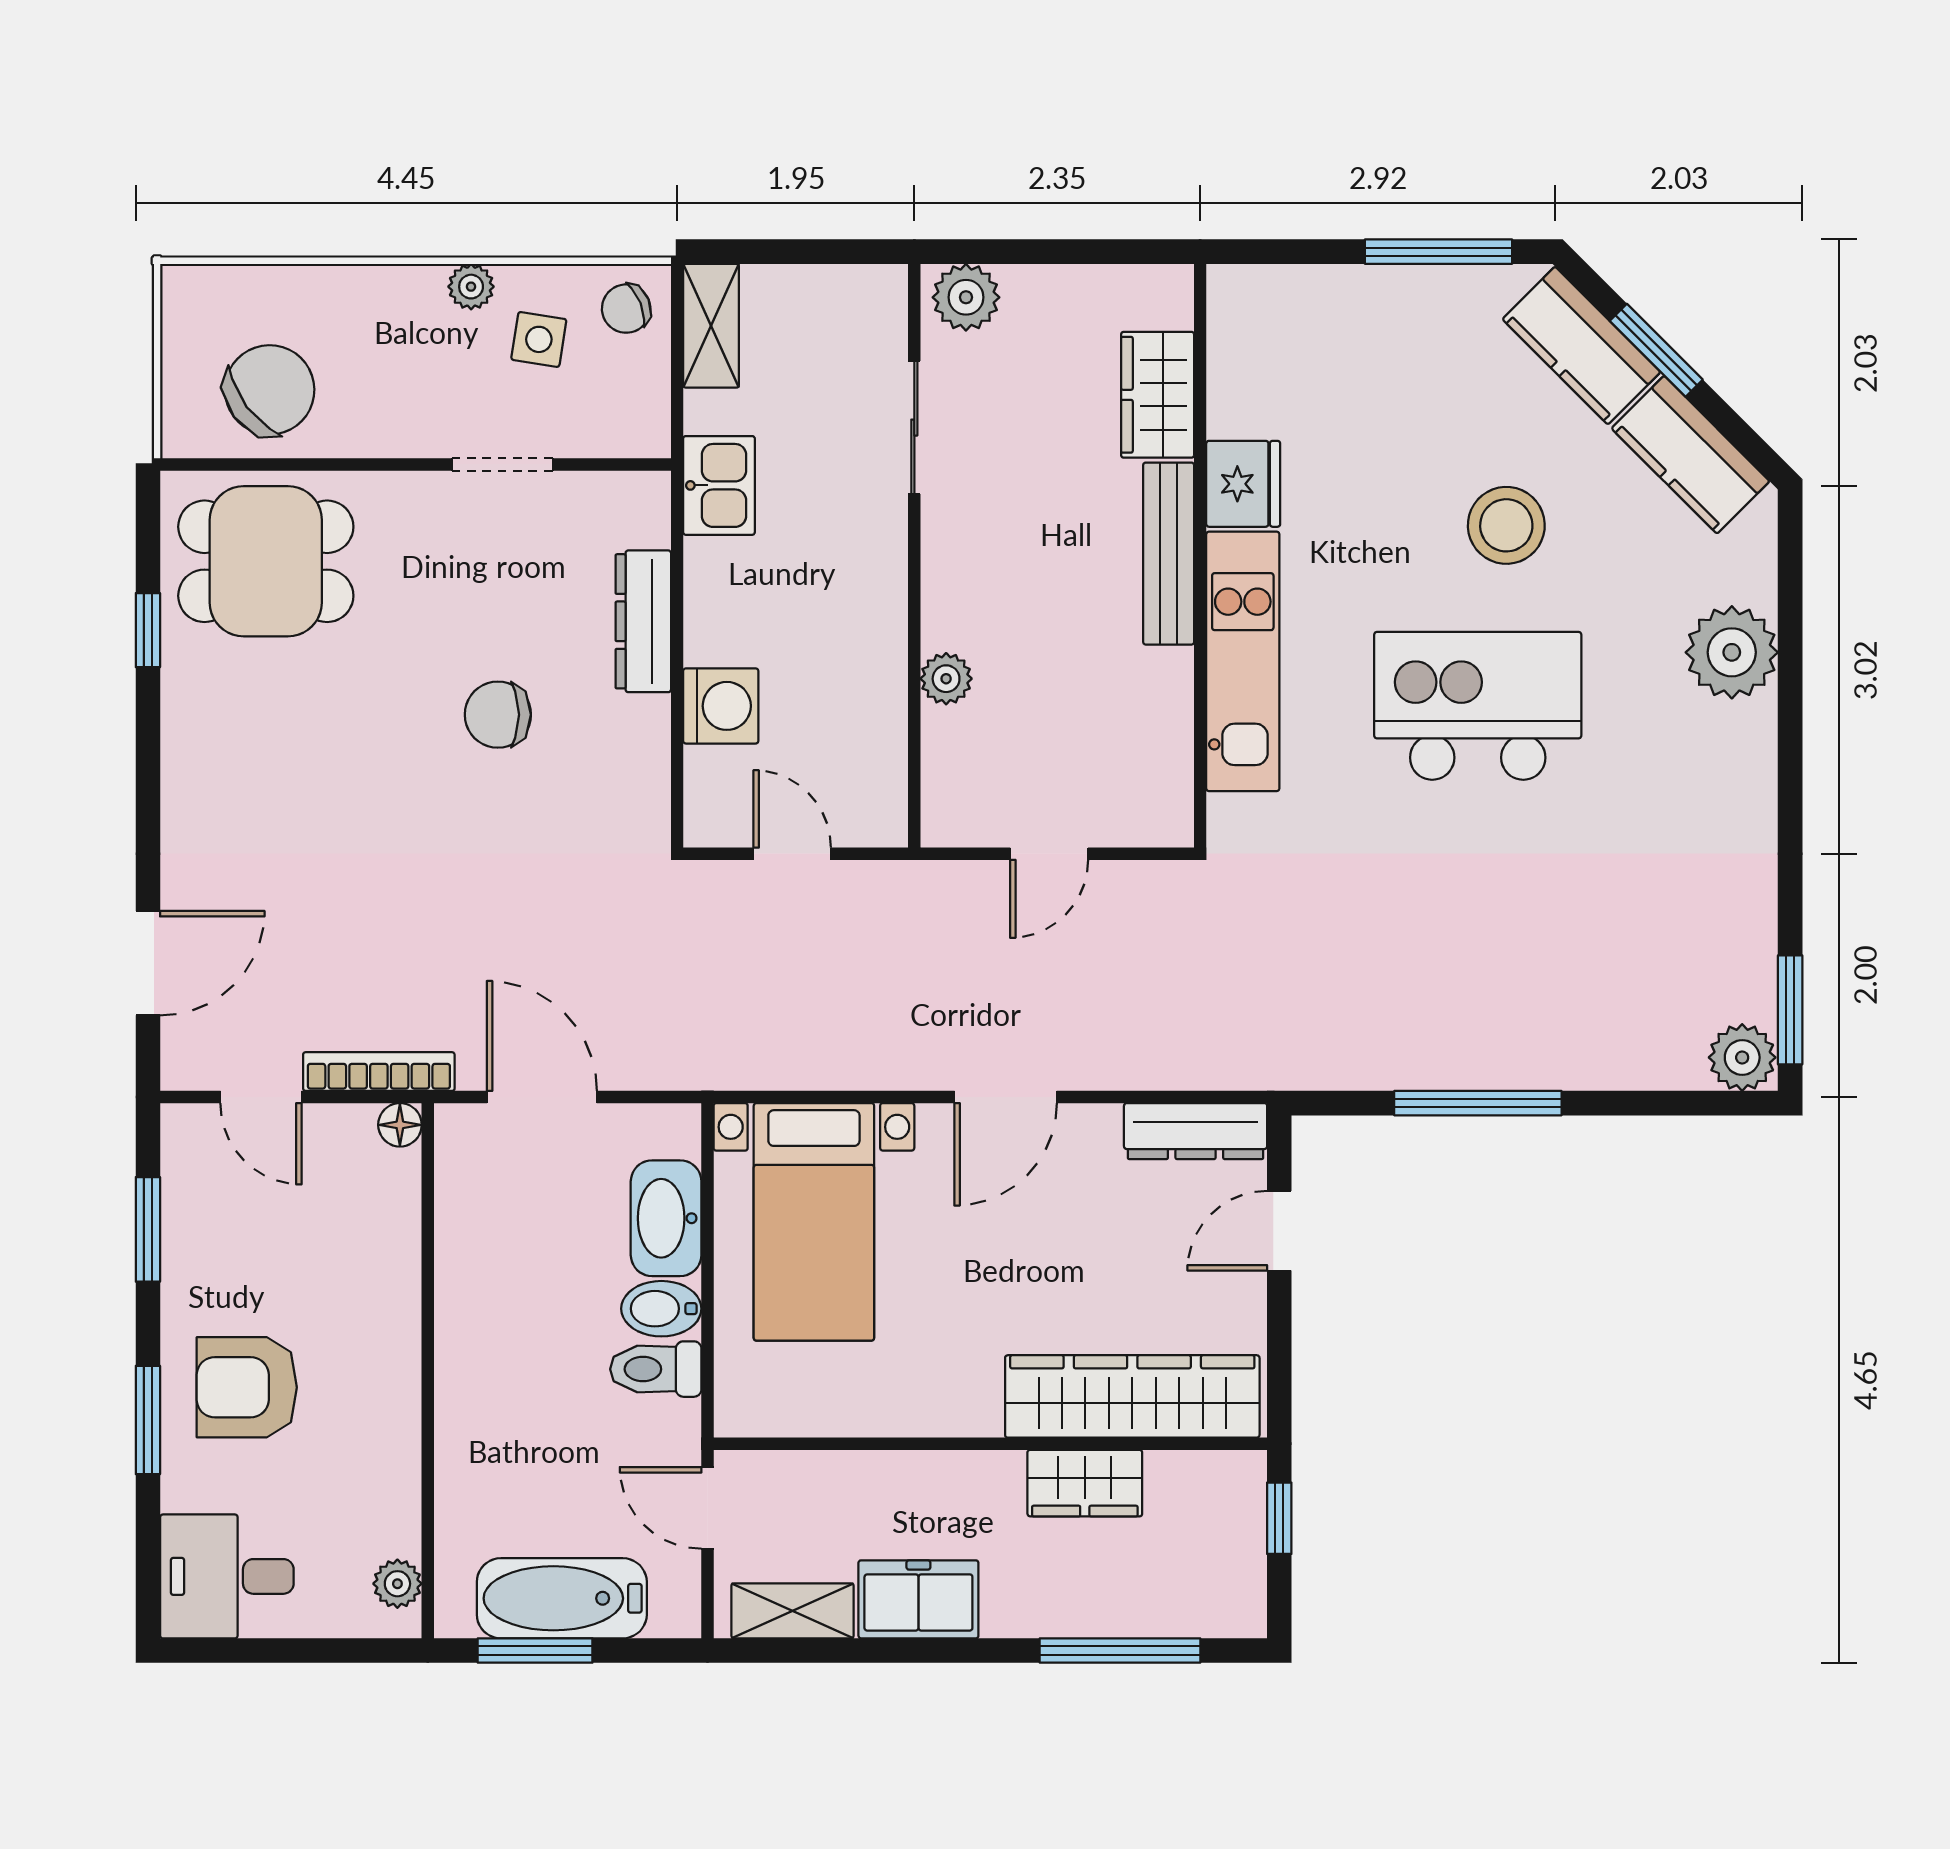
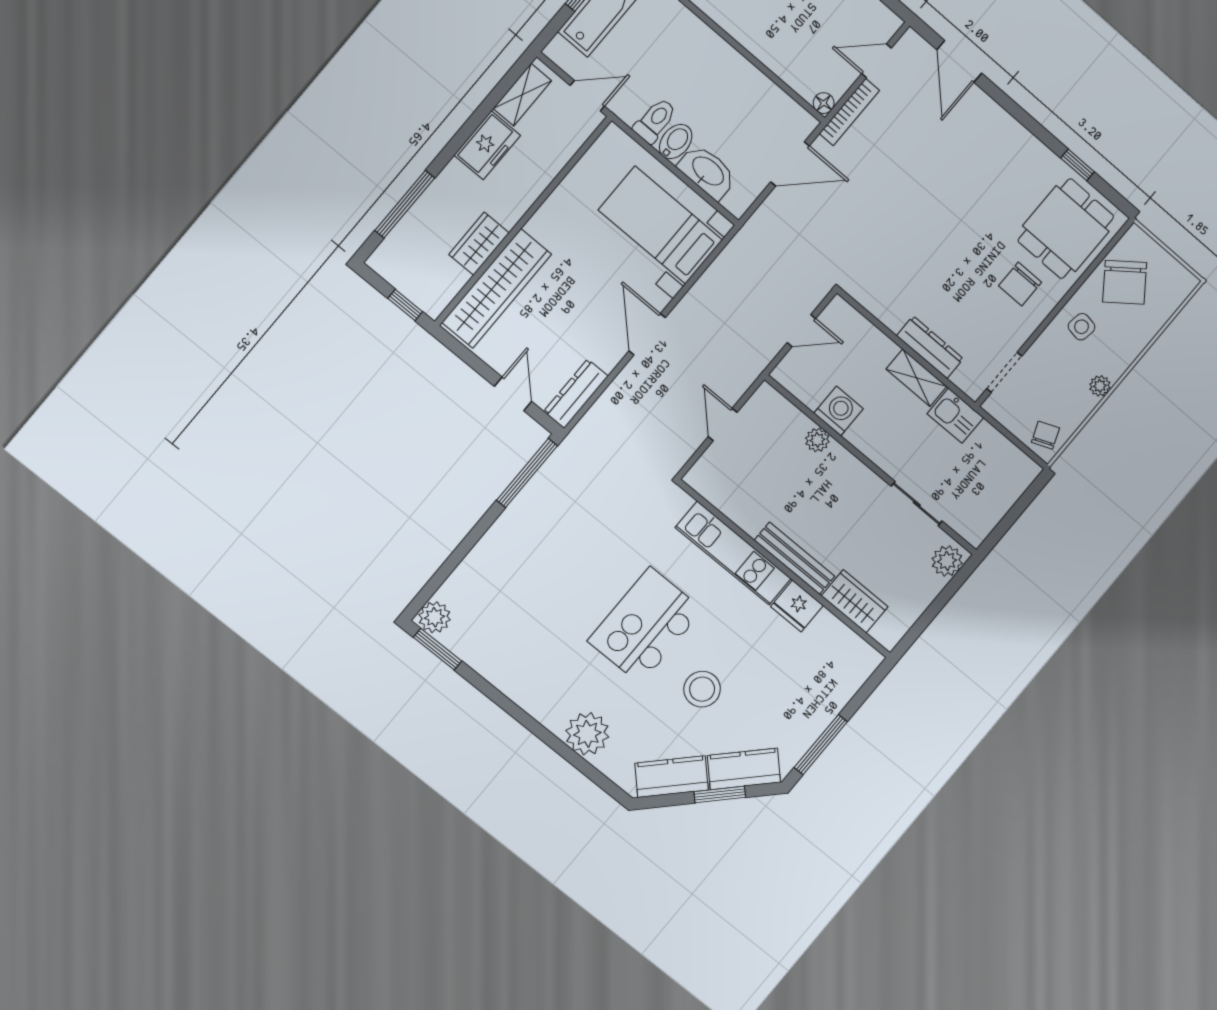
shelving: (711, 326) -> (916, 378), moved
side table: (539, 339) -> (1082, 327), moved
doorway: (502, 464) -> (1004, 372), moved
washing machine: (721, 706) -> (839, 411), moved, turned 180
kitchen island: (1478, 706) -> (645, 625), turned 180
chair: (498, 715) -> (1020, 284), moved, turned 180
window: (1478, 1103) -> (527, 473), moved

